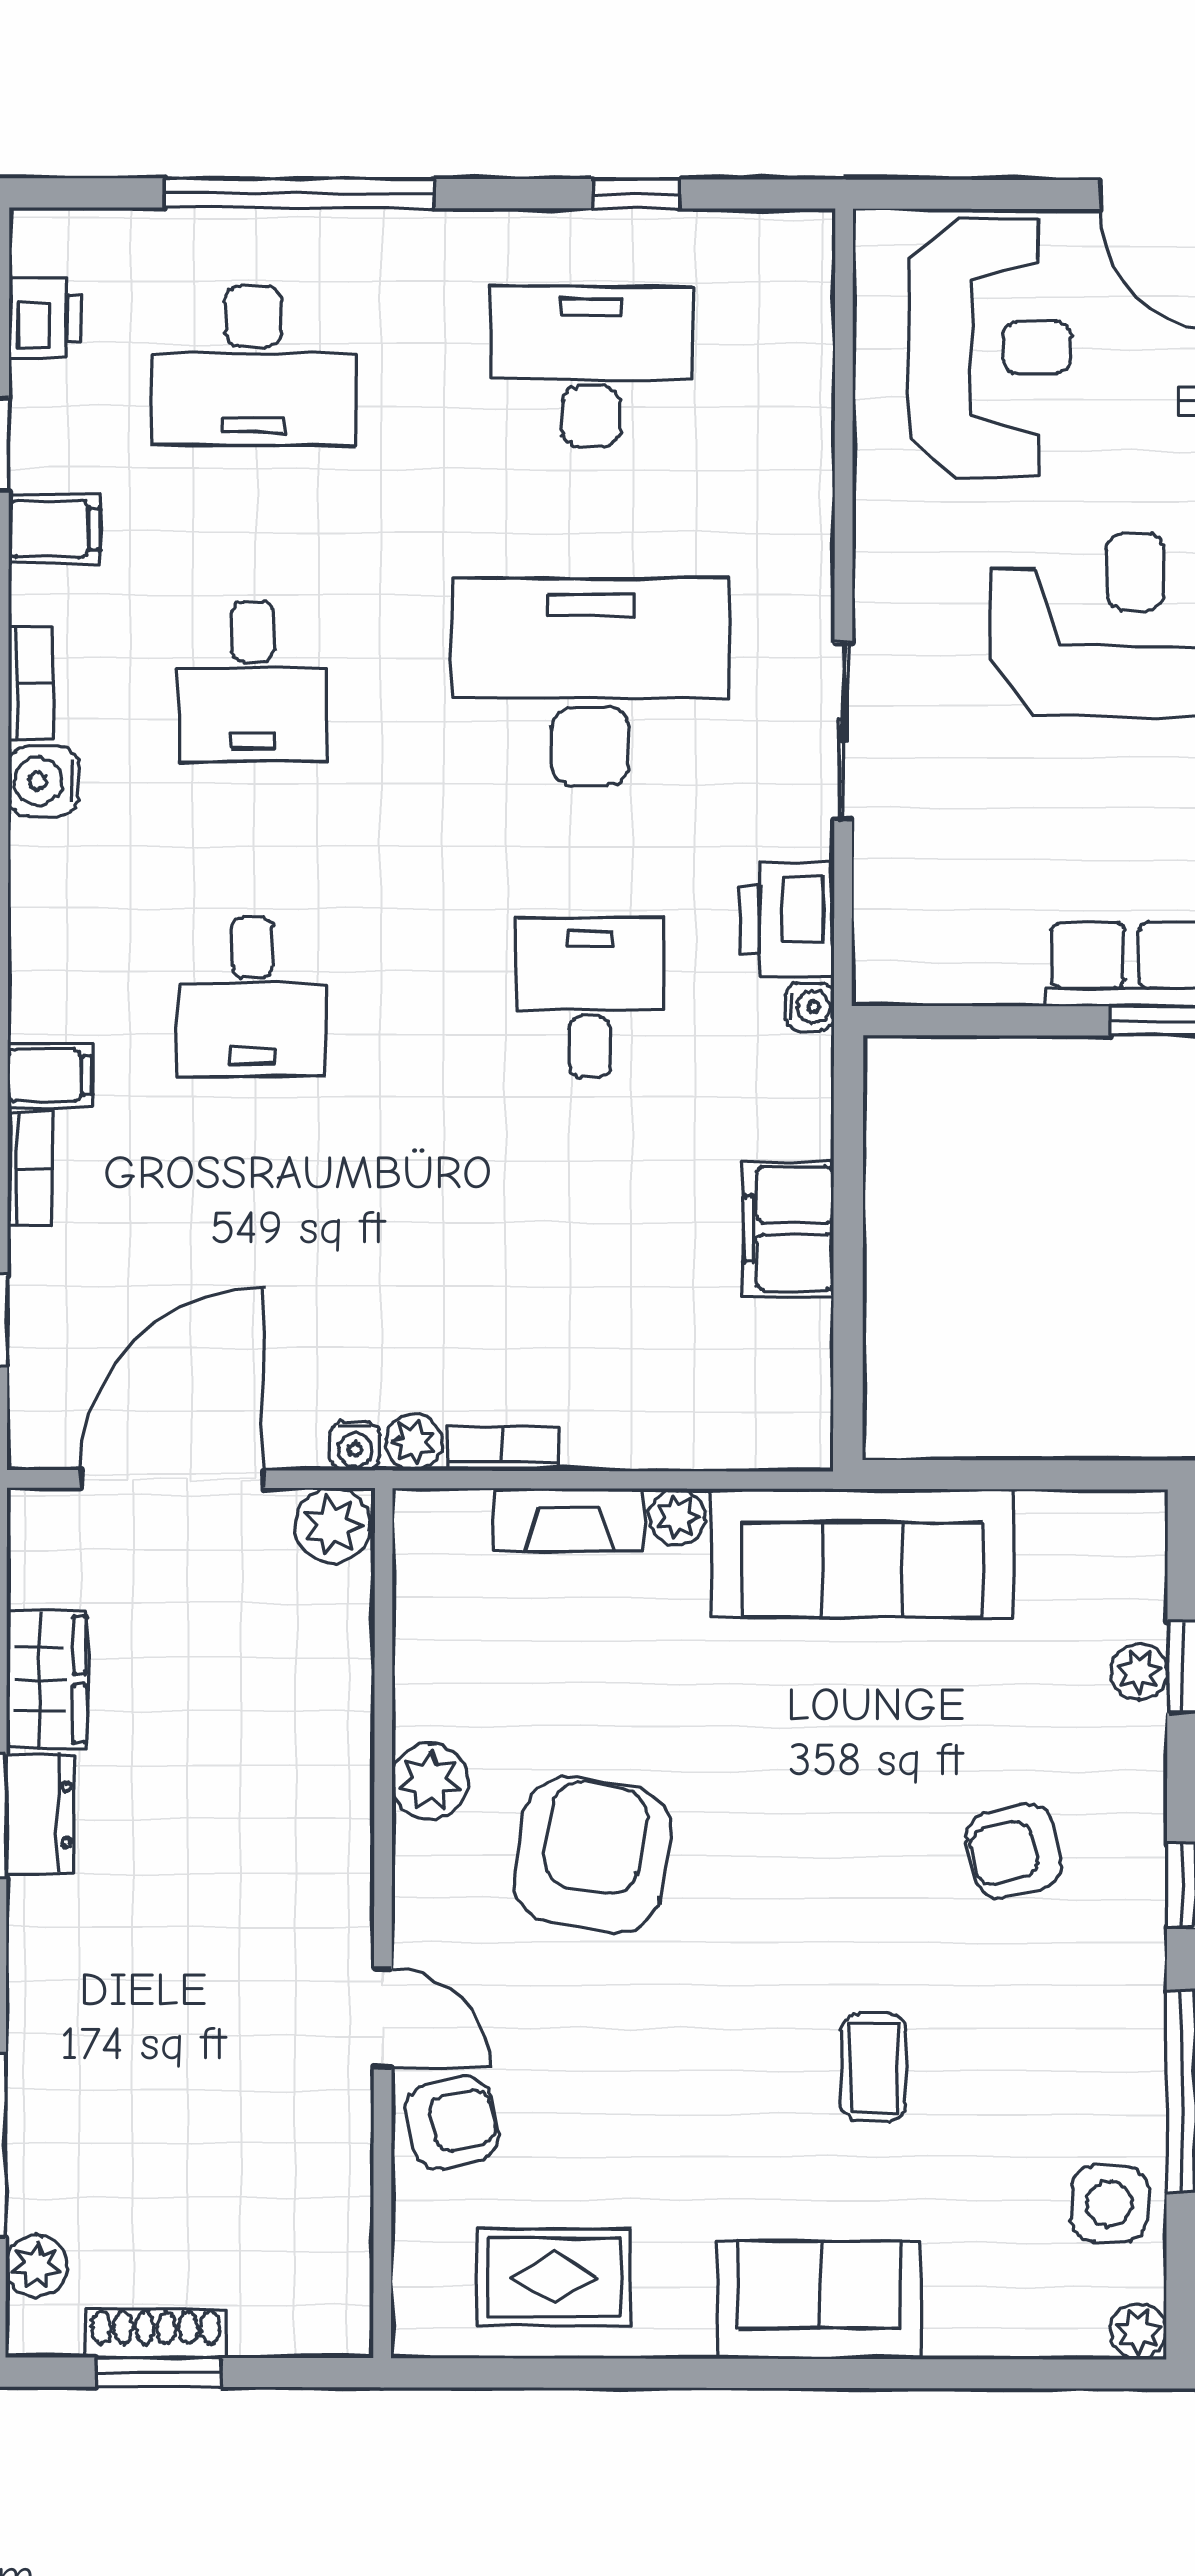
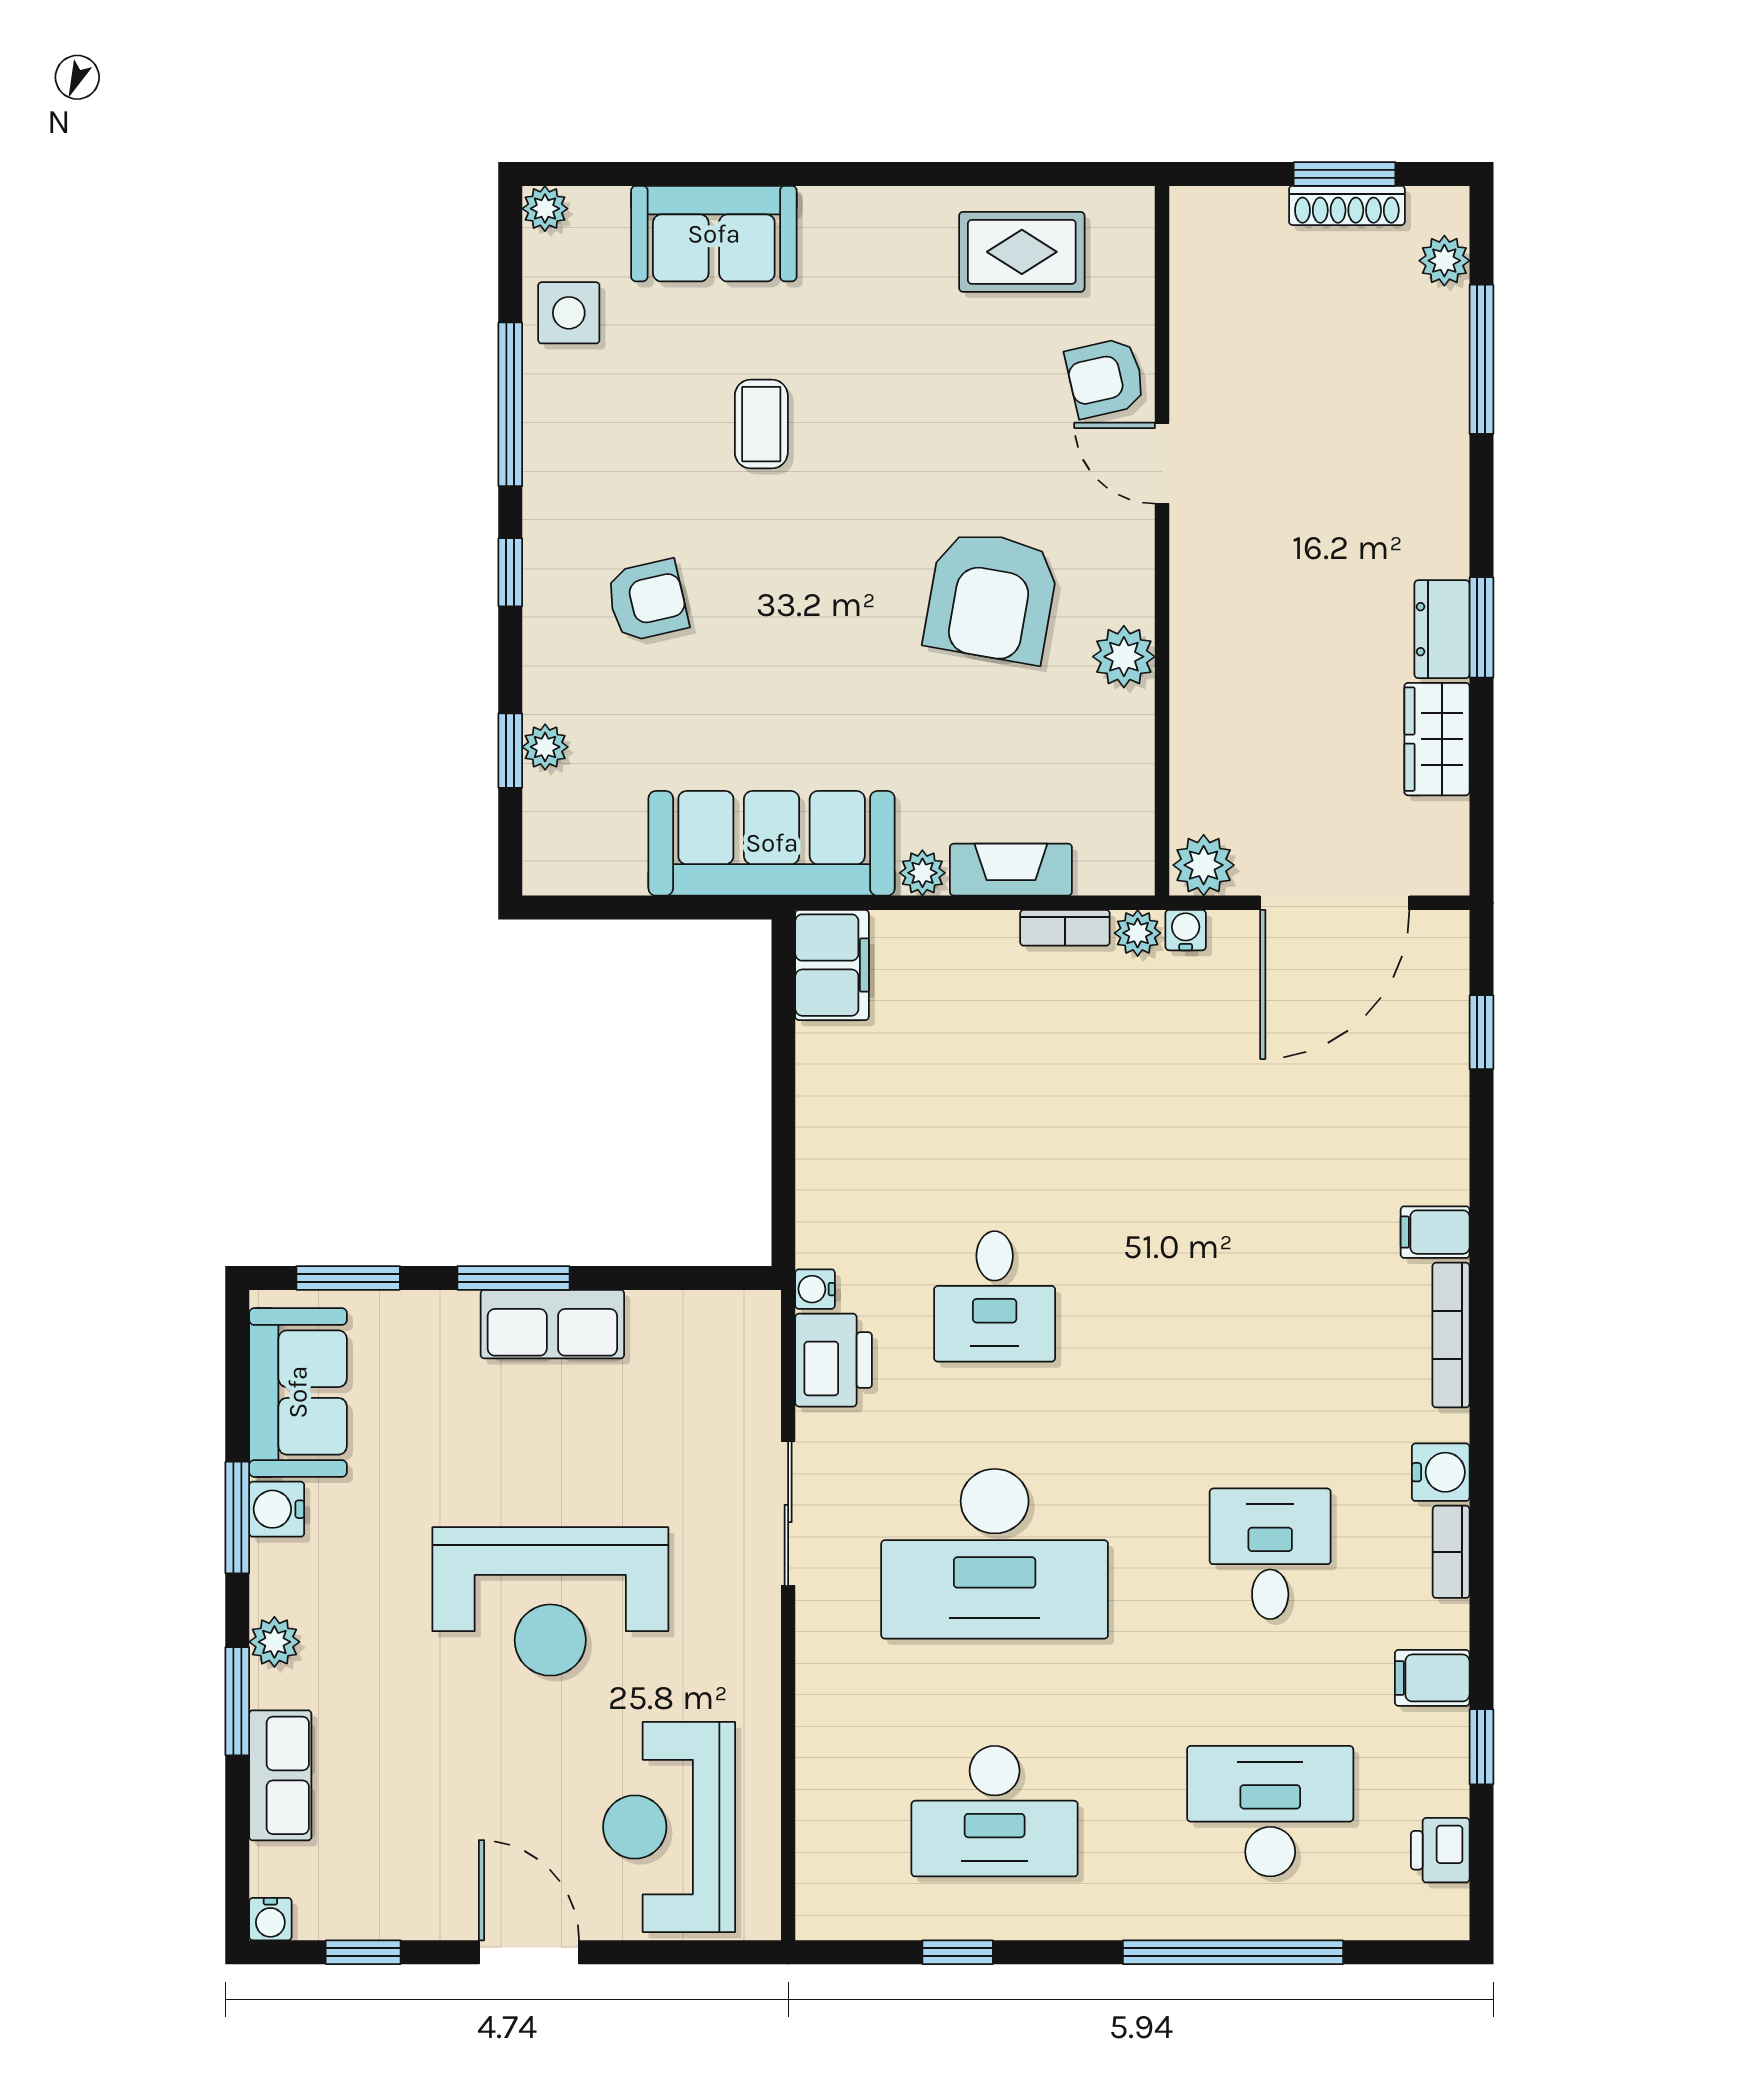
desk: (252, 997) -> (1270, 1296), removed
bookcase: (30, 1169) -> (1451, 1335), moved, width x1.56
filing cabinet: (789, 1229) -> (832, 965), moved
sofa: (819, 2300) -> (714, 234), moved

